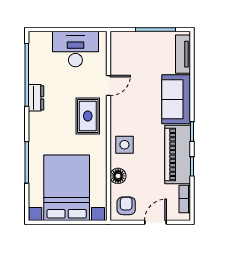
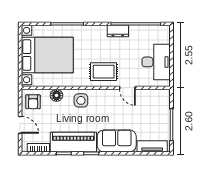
armchair: (126, 206) -> (33, 102), turned 90

